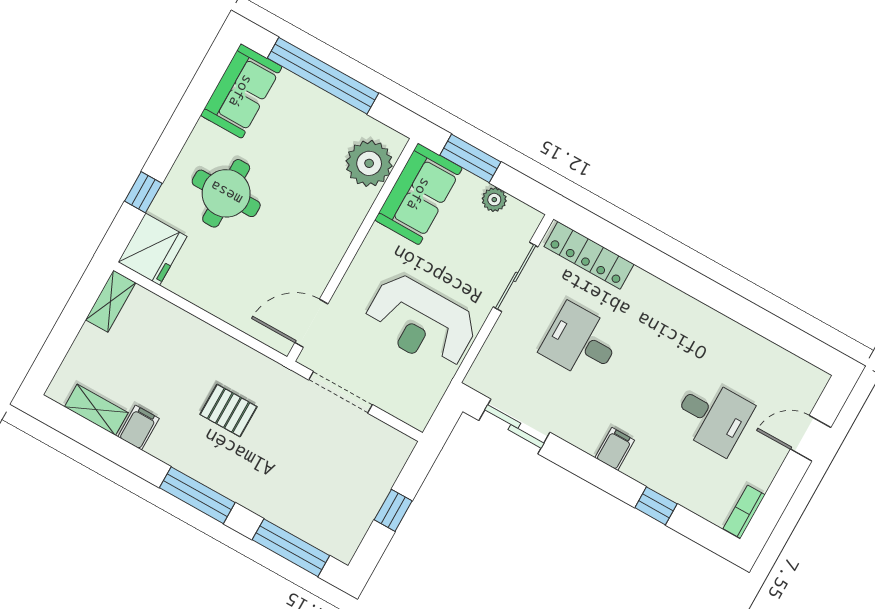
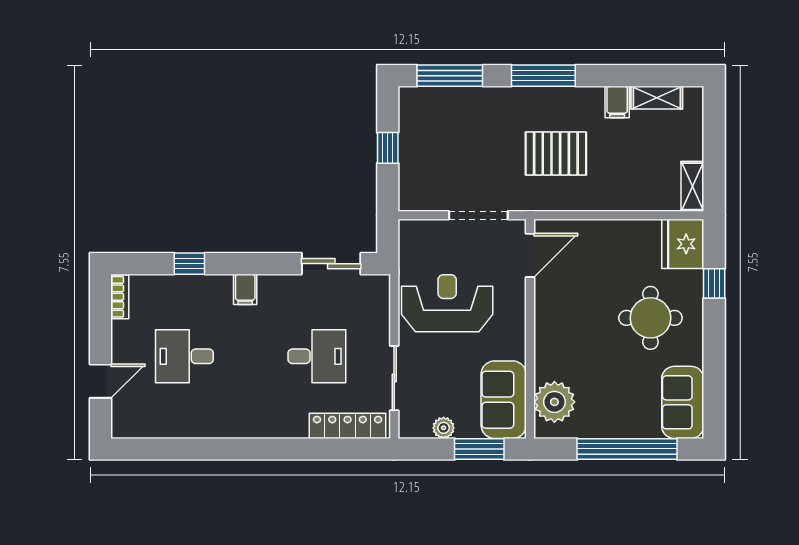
pallet: (228, 411) -> (556, 153), width x1.50, depth x1.42

